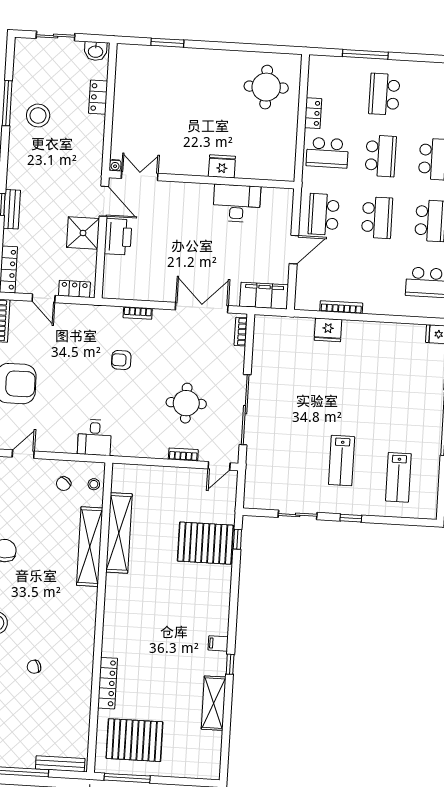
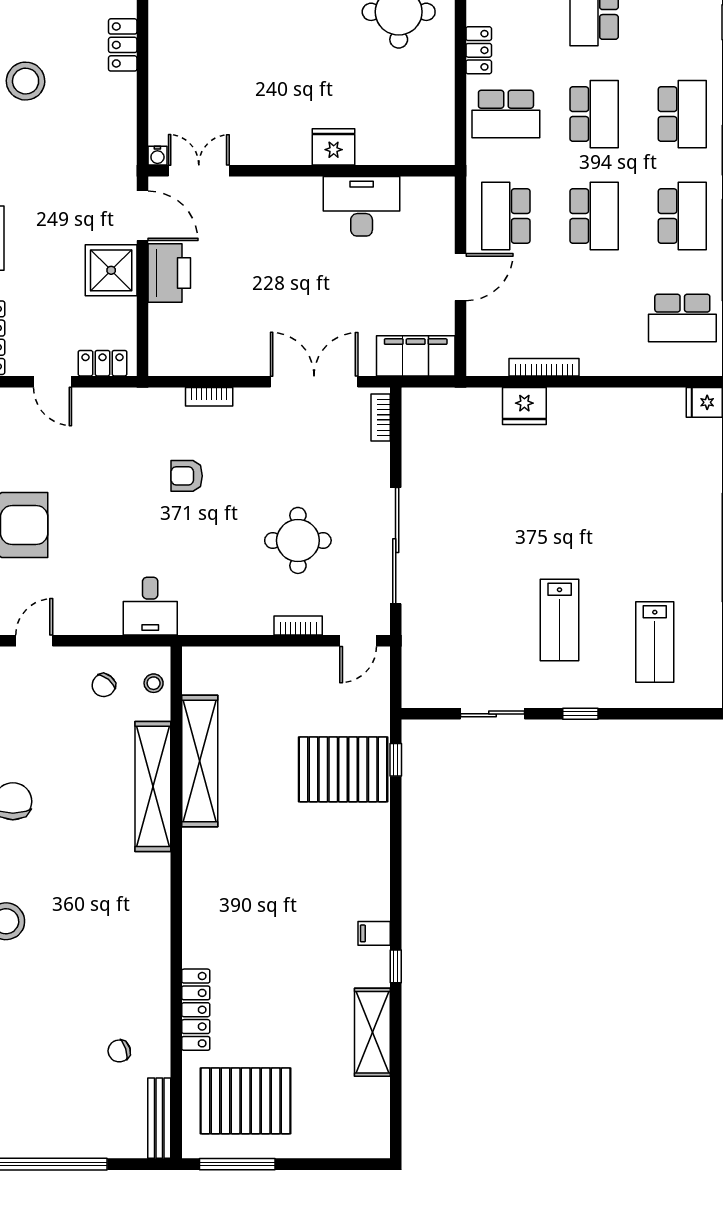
chair: (34, 667) -> (119, 1051), moved
bench: (60, 764) -> (159, 1118), moved, turned 90

